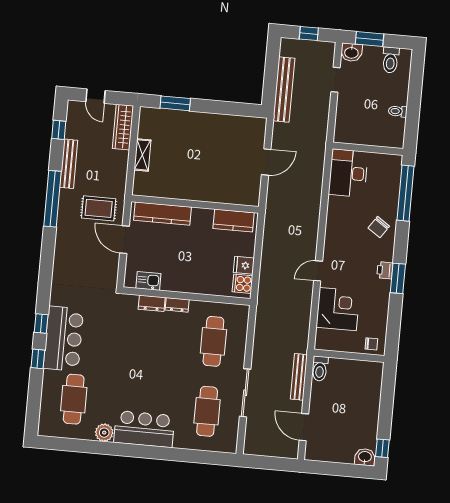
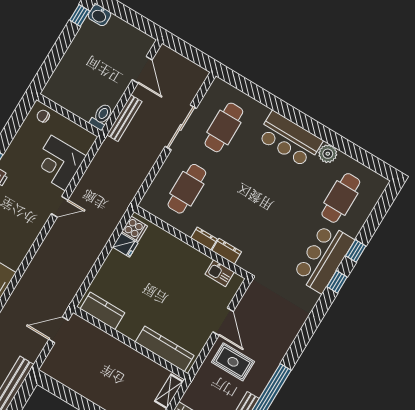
wall: (195, 204) -> (130, 343), moved
kitchen counter: (162, 214) -> (165, 349), moved
kitchen counter: (234, 221) -> (103, 311), moved

